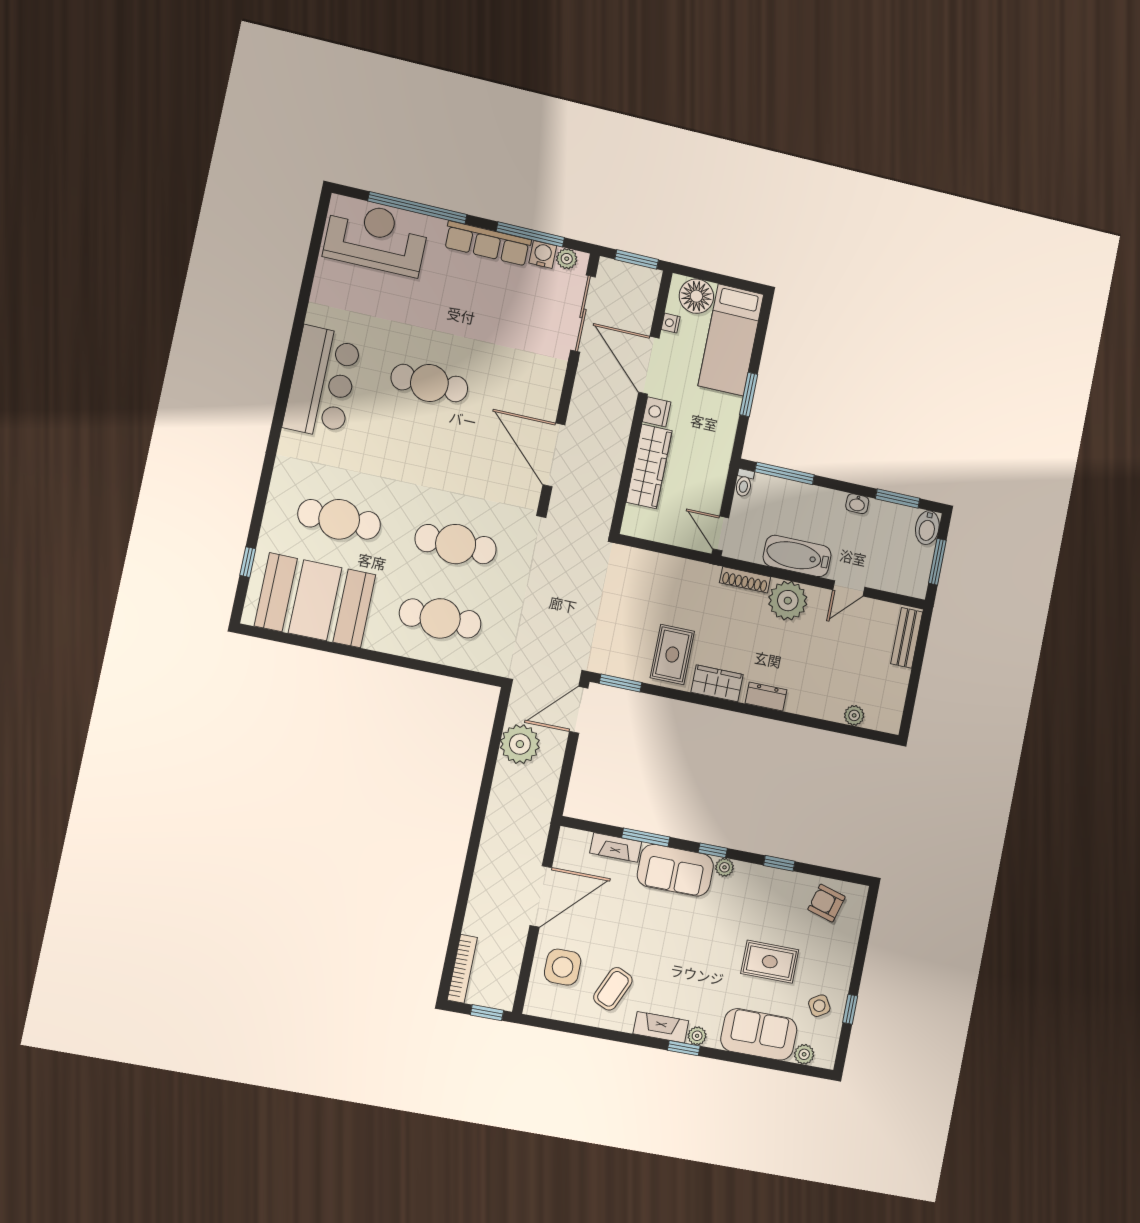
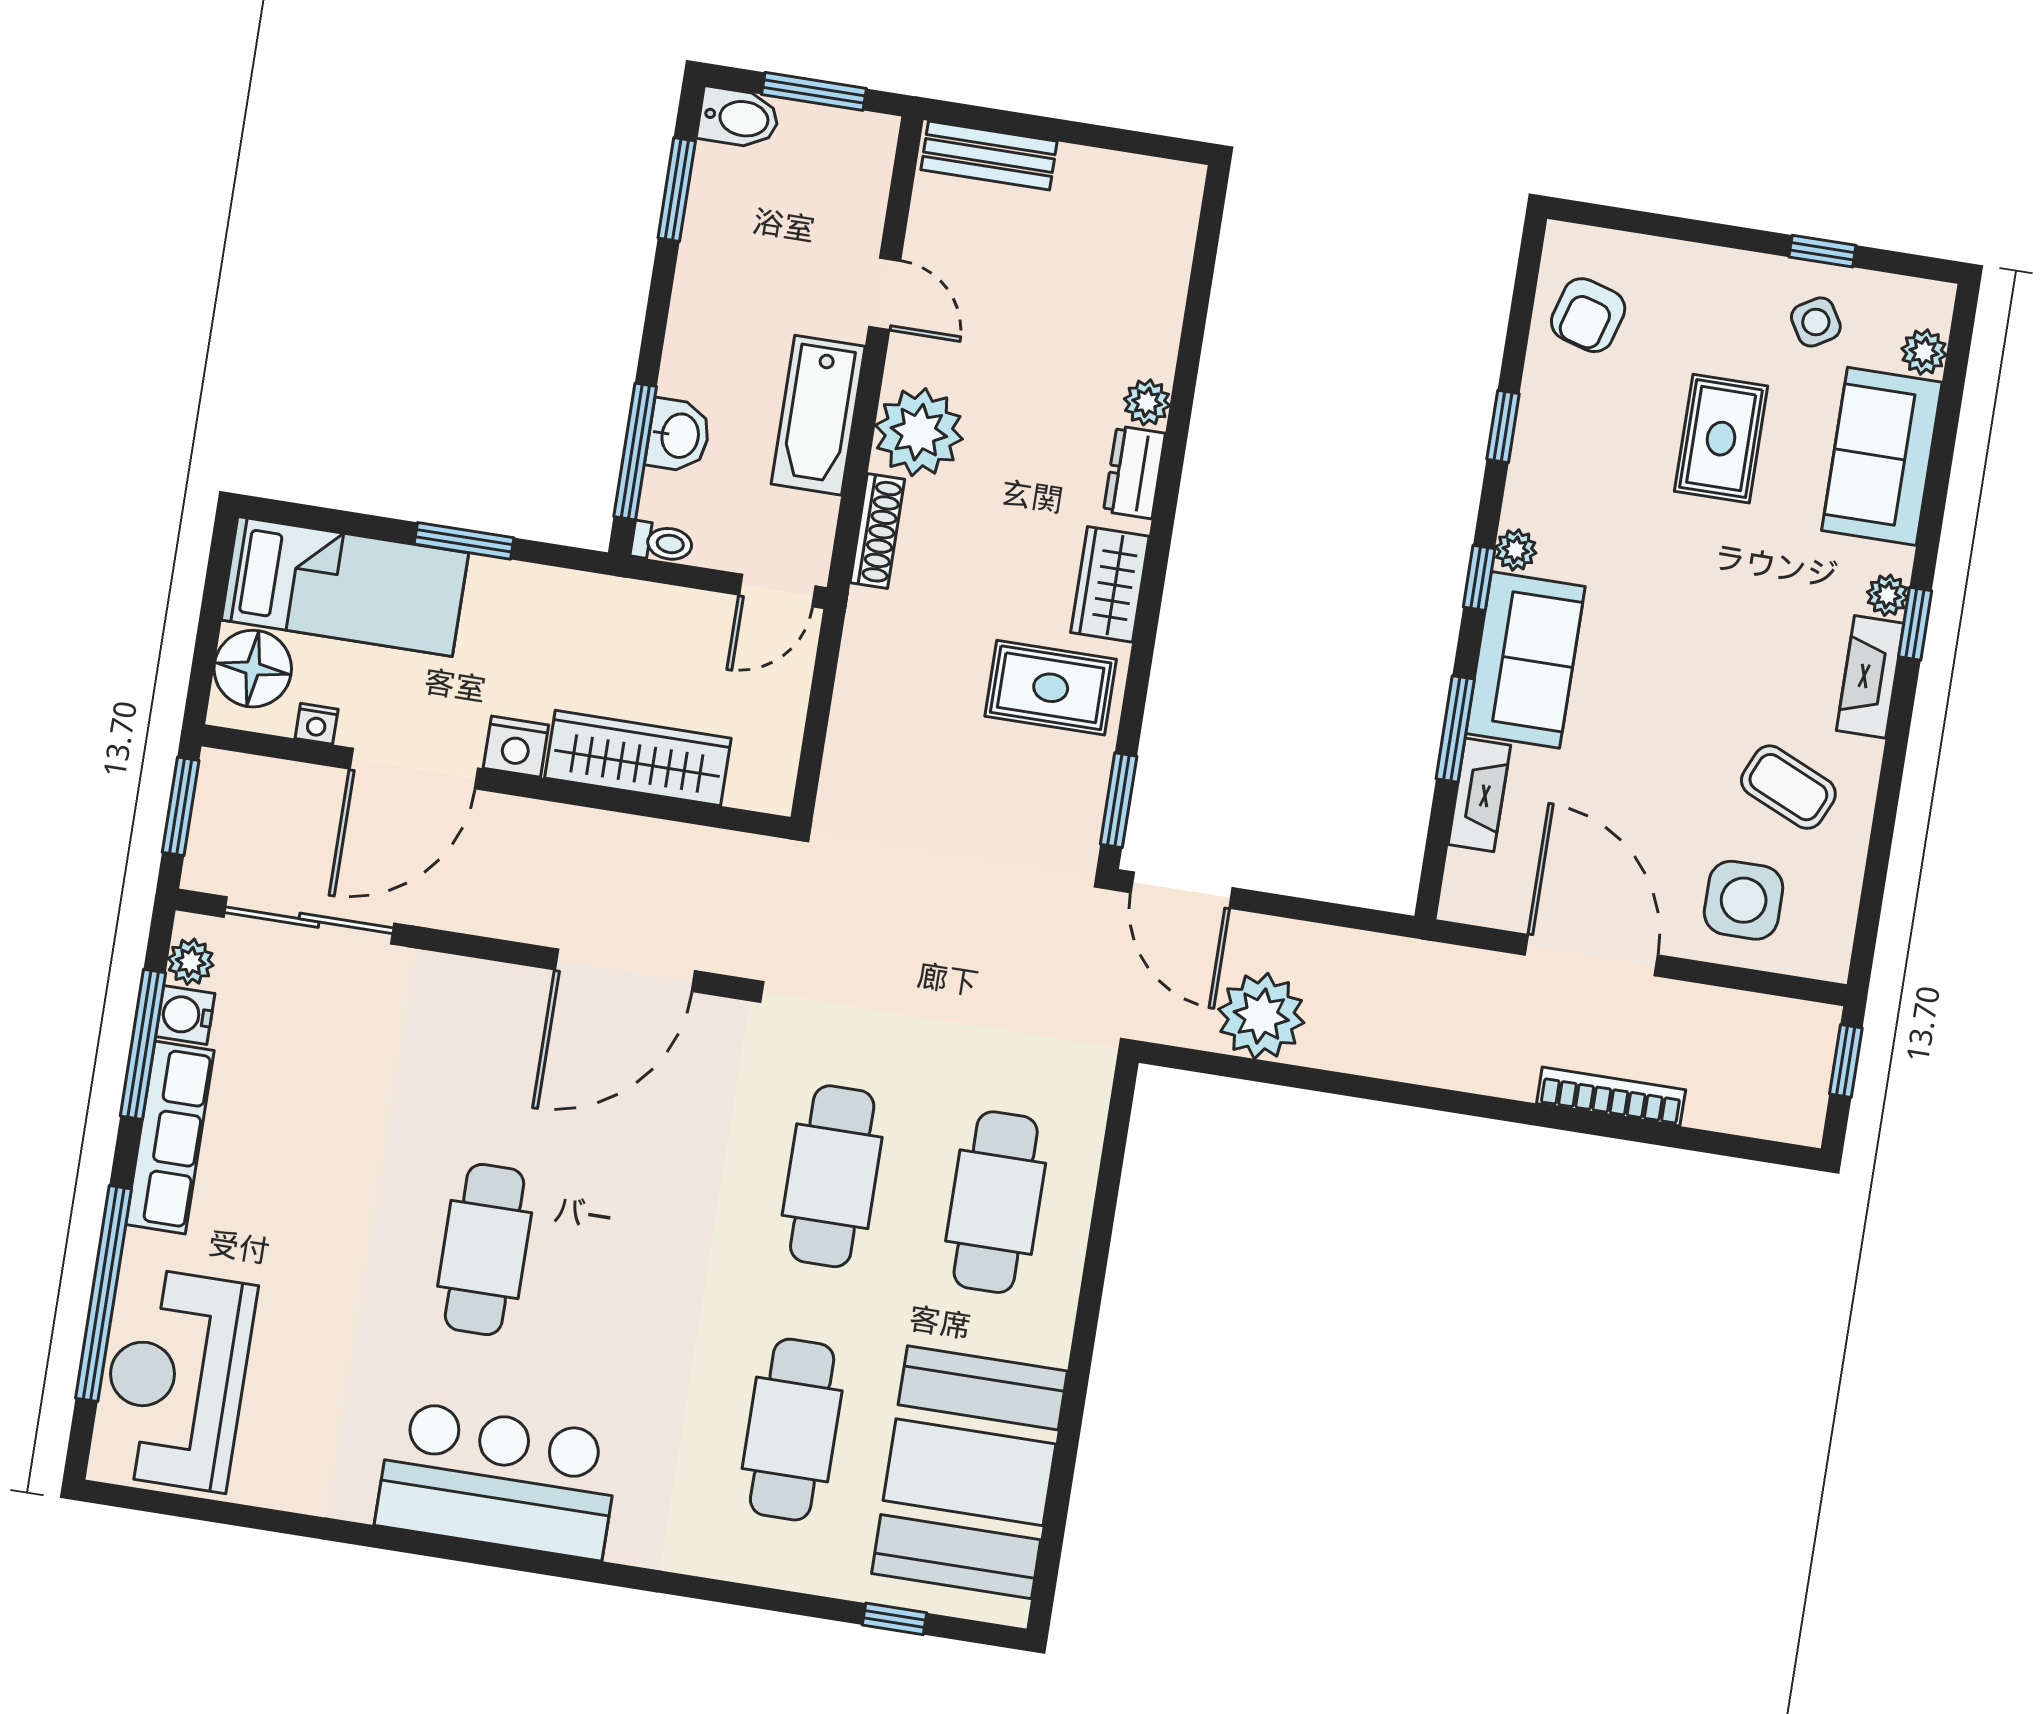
washbasin: (857, 504) -> (678, 435), moved, width x1.38, depth x1.45
plant: (854, 715) -> (1147, 402), moved
bookcase: (462, 969) -> (1611, 1097), moved

